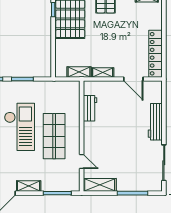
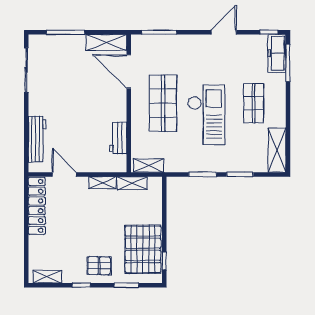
workbench: (155, 122) -> (37, 139), moved
checkout: (19, 127) -> (206, 115), turned 180
door: (82, 162) -> (129, 72), width x1.88
shelving: (29, 186) -> (149, 165), moved

